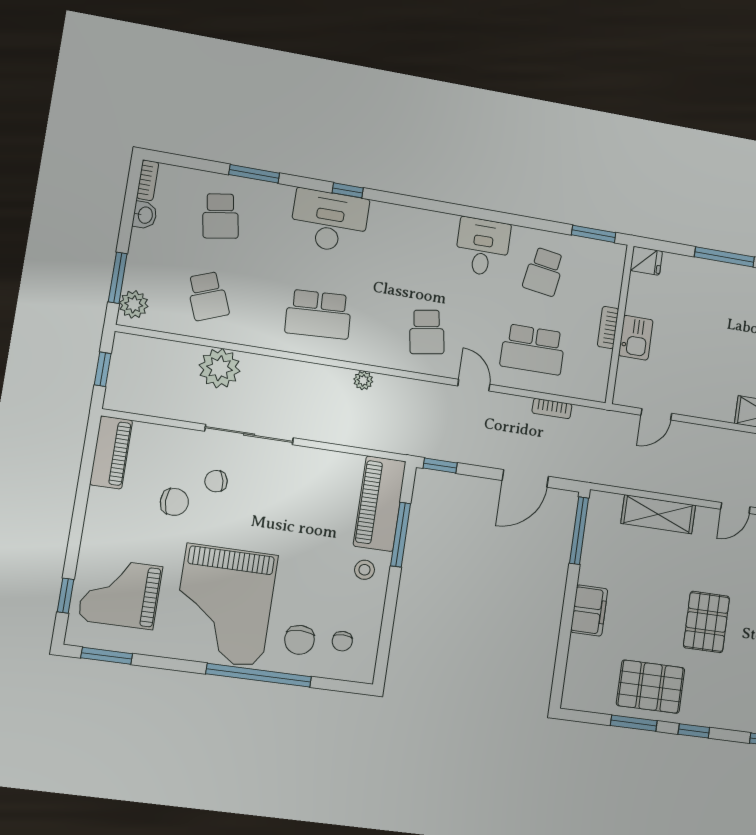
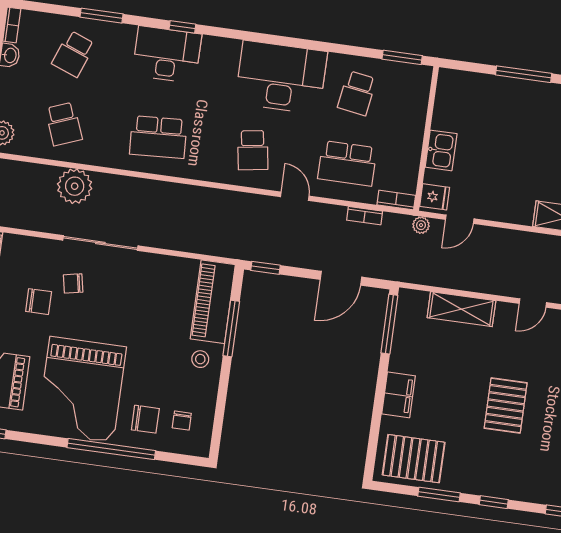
school desk: (220, 216) -> (73, 54), turned 30
desk: (483, 247) -> (281, 77), width x1.87, depth x1.30
fridge: (646, 261) -> (435, 197), moved
bookcase: (608, 328) -> (396, 200), moved, turned 90
plant: (363, 380) -> (421, 225), moved
chair: (300, 640) -> (145, 419), turned -90
pallet: (651, 687) -> (414, 459), moved

